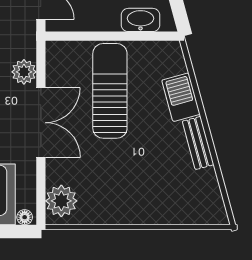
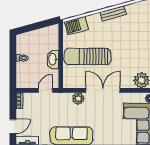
washbasin: (141, 20) -> (53, 59), moved
barbecue: (181, 97) -> (76, 26), moved

